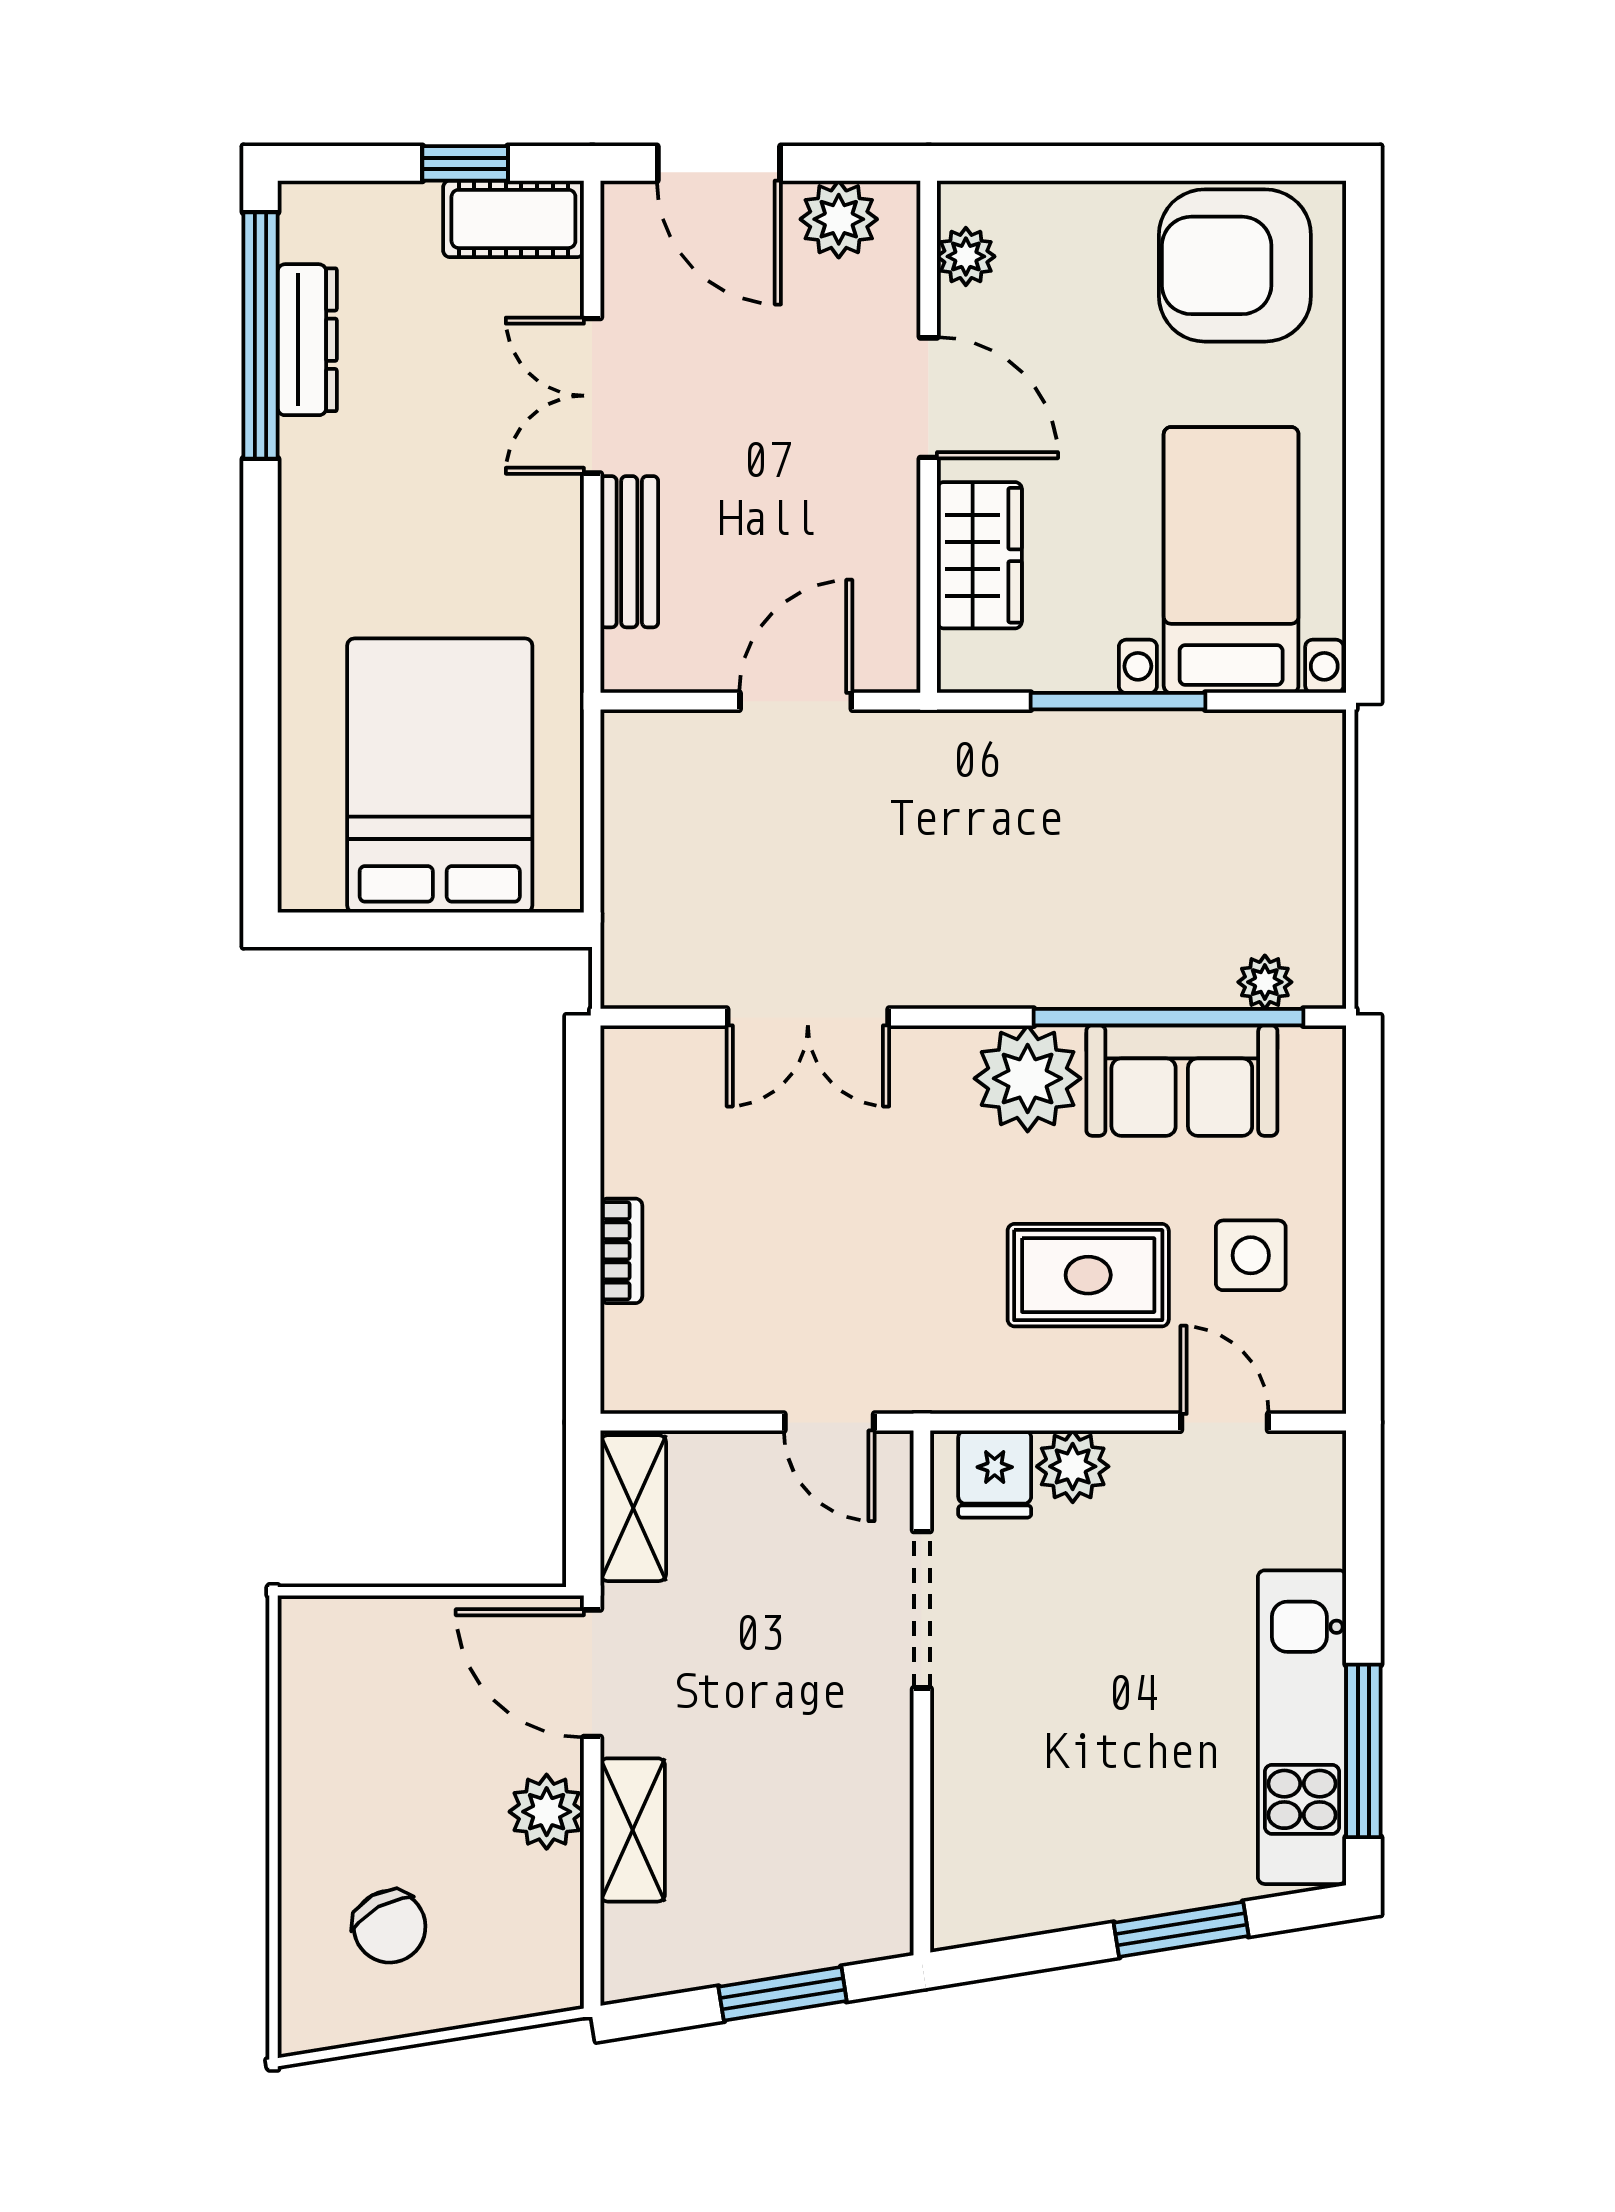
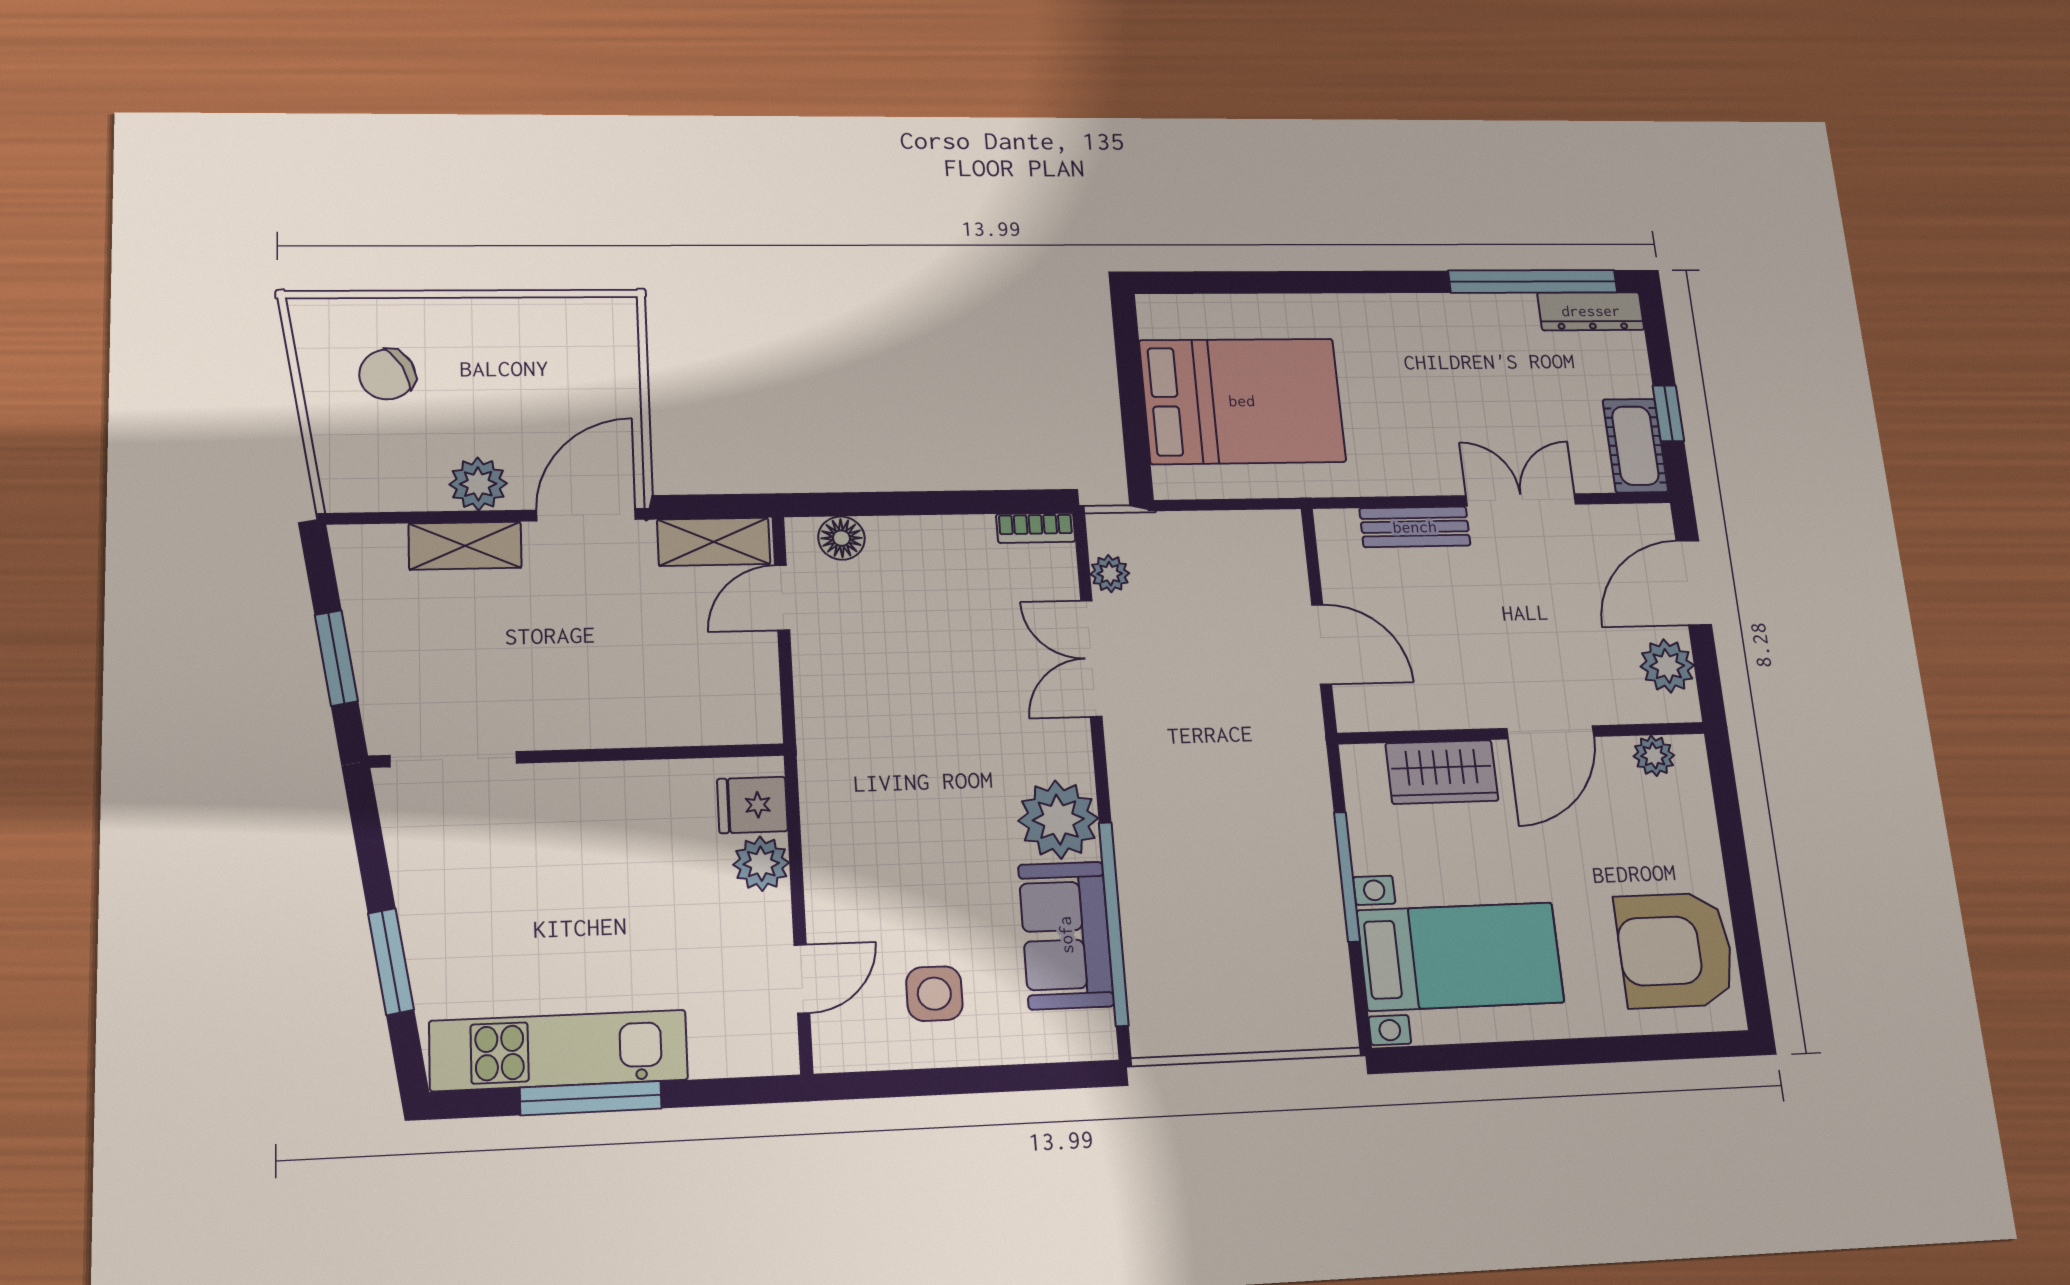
armchair: (1235, 265) -> (1675, 950), turned -90
dresser: (307, 340) -> (1591, 311), moved
plant: (1265, 982) -> (1110, 574), moved
bookcase: (621, 1251) -> (1036, 528), moved
rug: (1088, 1275) -> (911, 870), removed
floor lamp: (631, 1339) -> (841, 538), added
door: (829, 1422) -> (782, 598), moved
doorway: (922, 1610) -> (454, 759), moved
window: (1363, 1751) -> (591, 1098), moved

